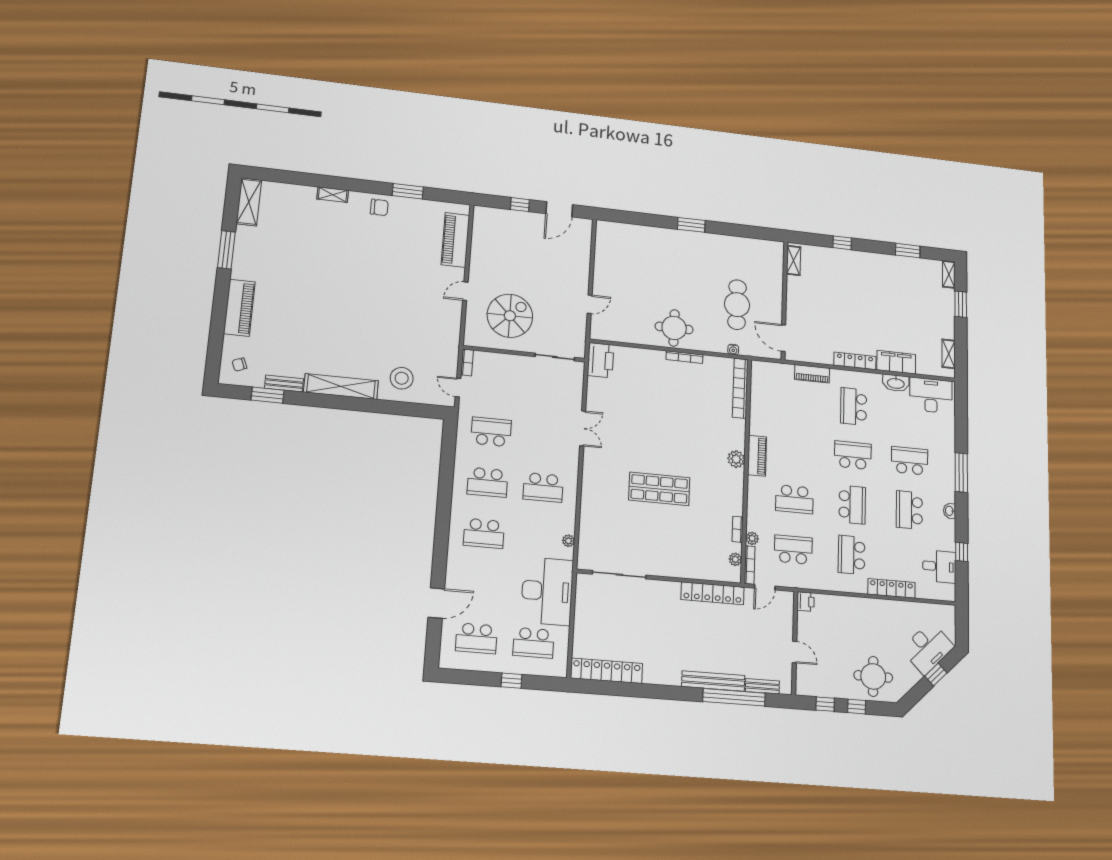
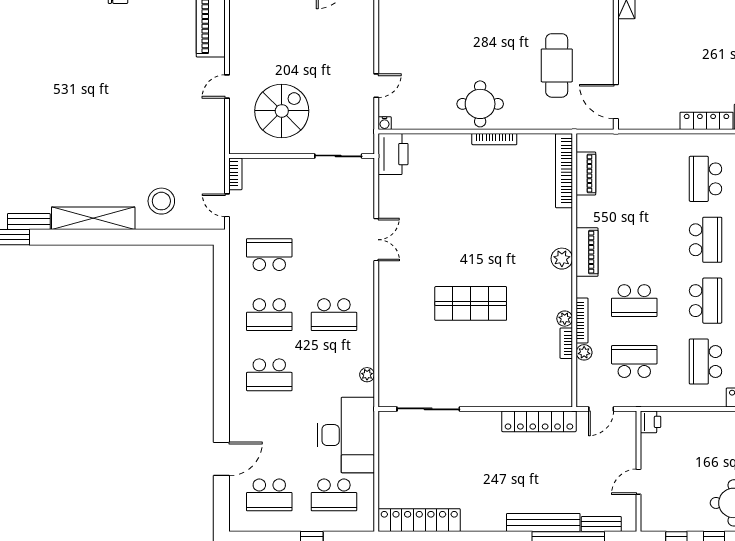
water cooler: (733, 350) -> (385, 123), moved
piano: (812, 374) -> (586, 174), moved, turned -90
school desk: (853, 455) -> (706, 240), turned 90
plant: (735, 559) -> (565, 319), moved
bookcase: (750, 565) -> (582, 320), moved
door: (795, 652) -> (639, 482), swing flipped

